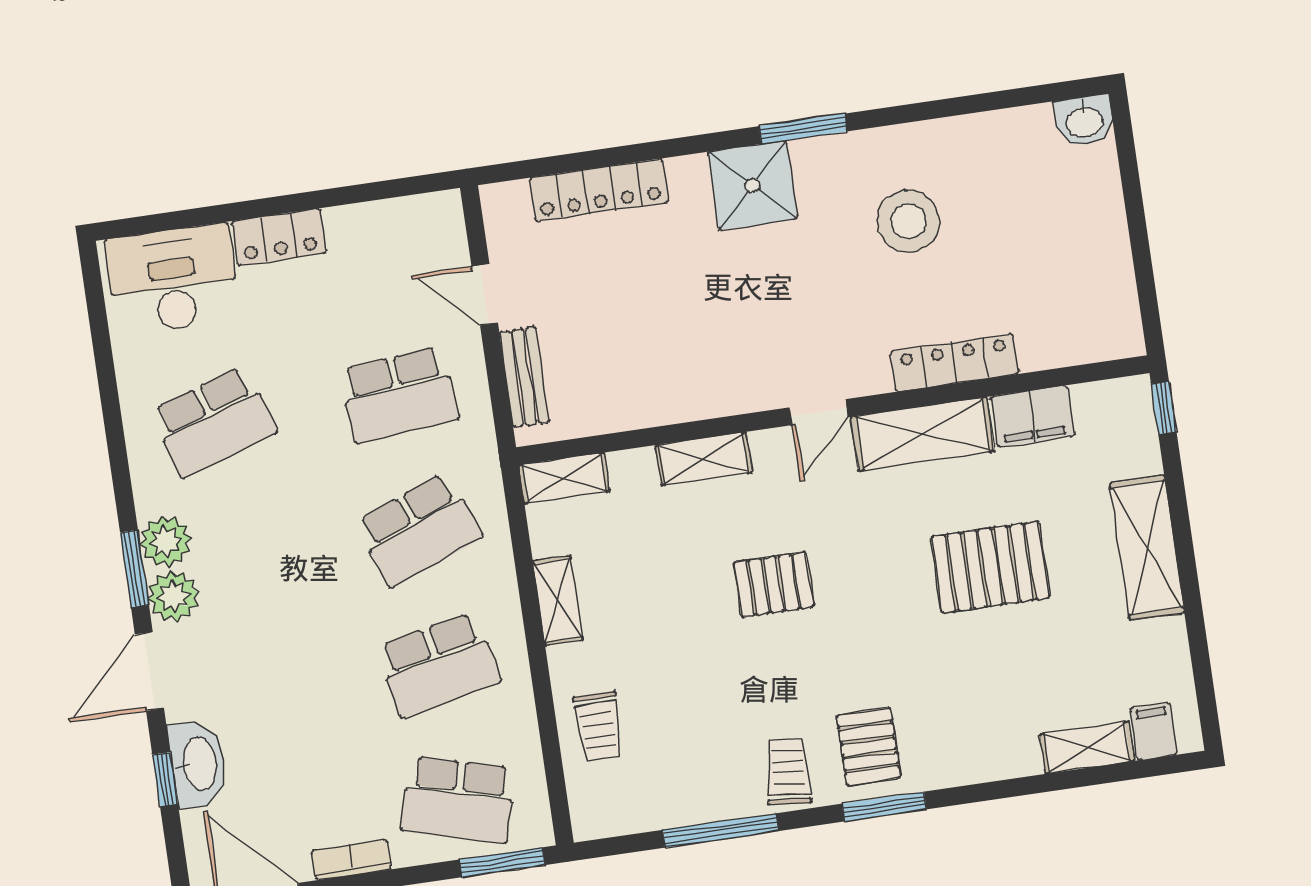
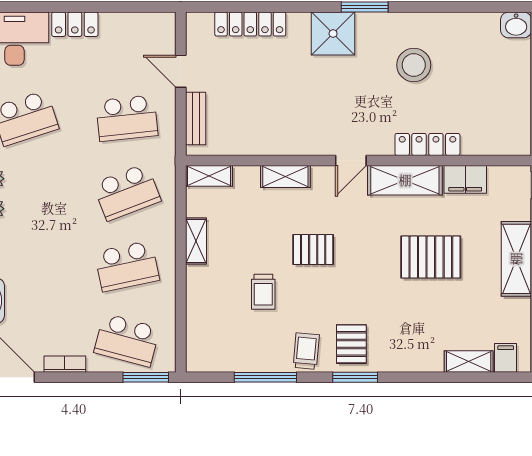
trolley: (599, 726) -> (263, 292), moved

